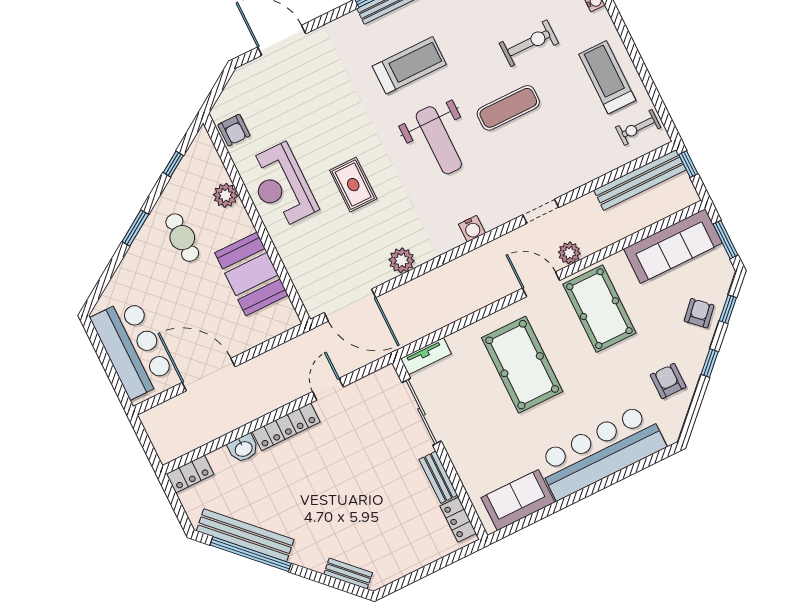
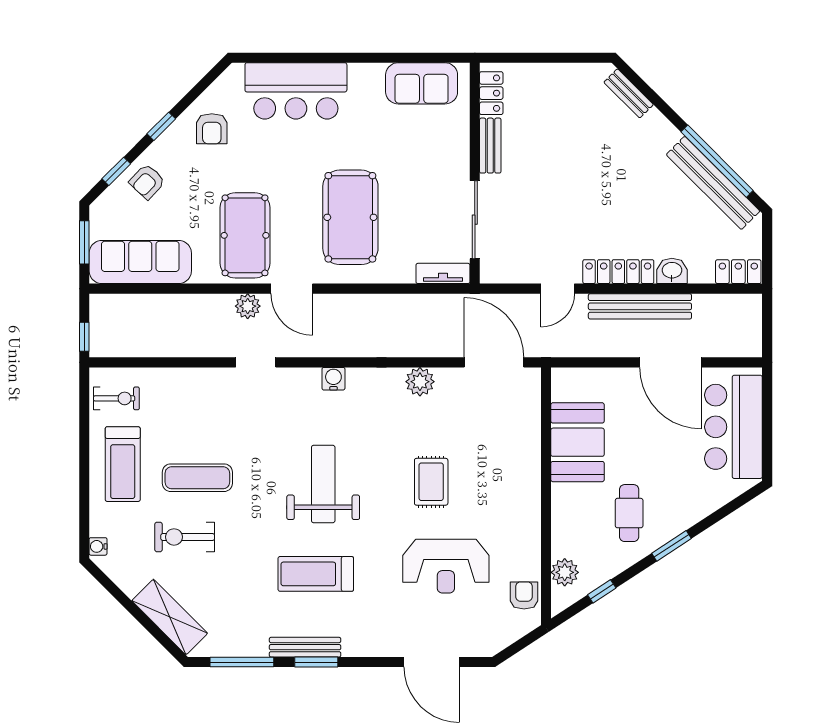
exercise mat: (508, 108) -> (197, 478), moved
bench: (640, 180) -> (640, 306), moved
reception desk: (281, 186) -> (446, 566), moved, turned 90
plant: (225, 195) -> (565, 572), moved
bar counter: (601, 452) -> (296, 91), width x0.73

